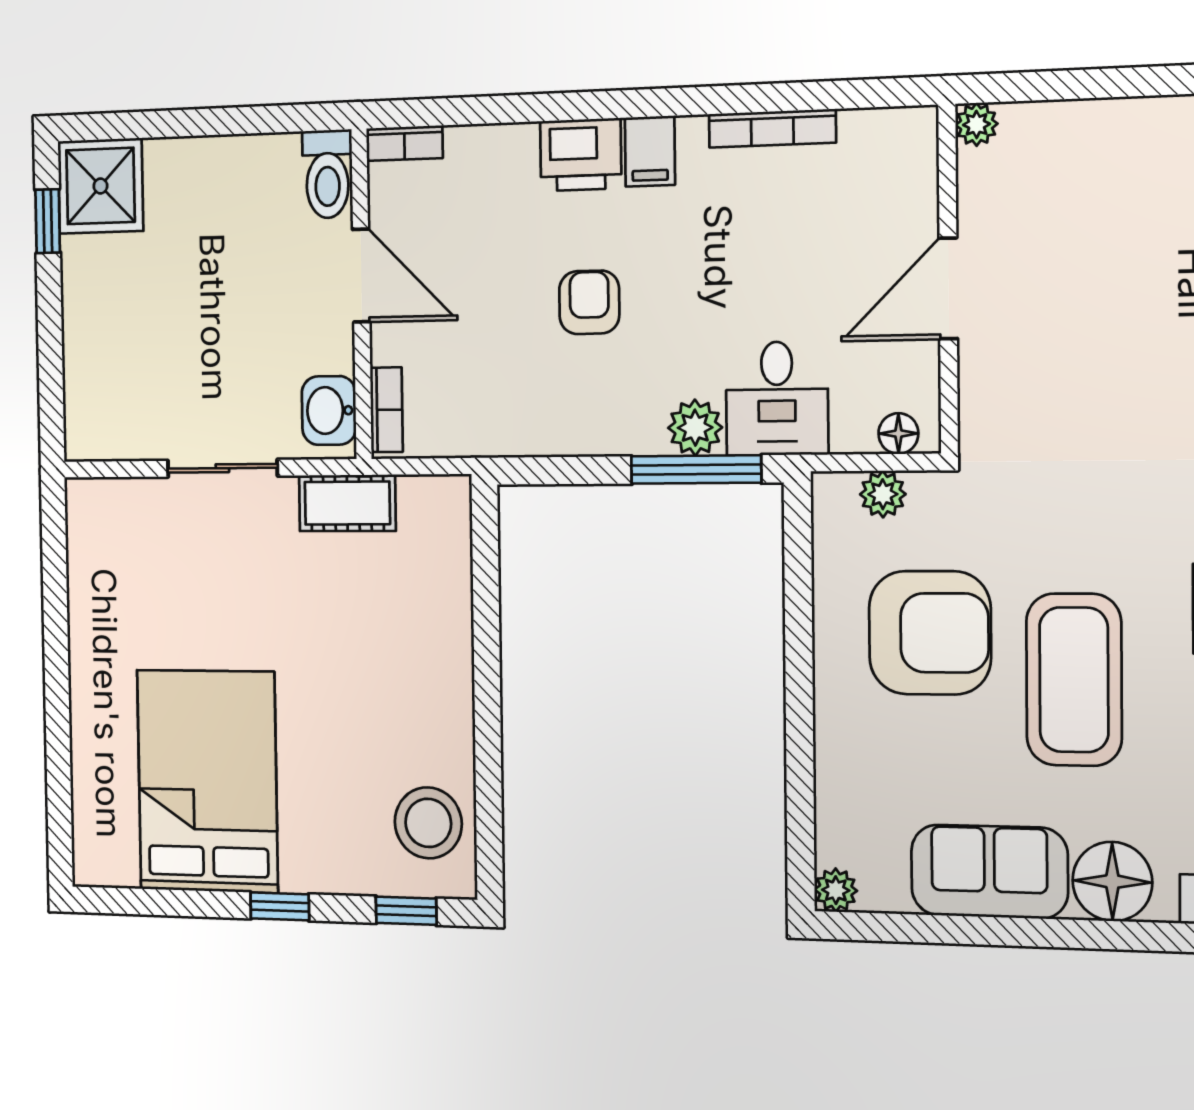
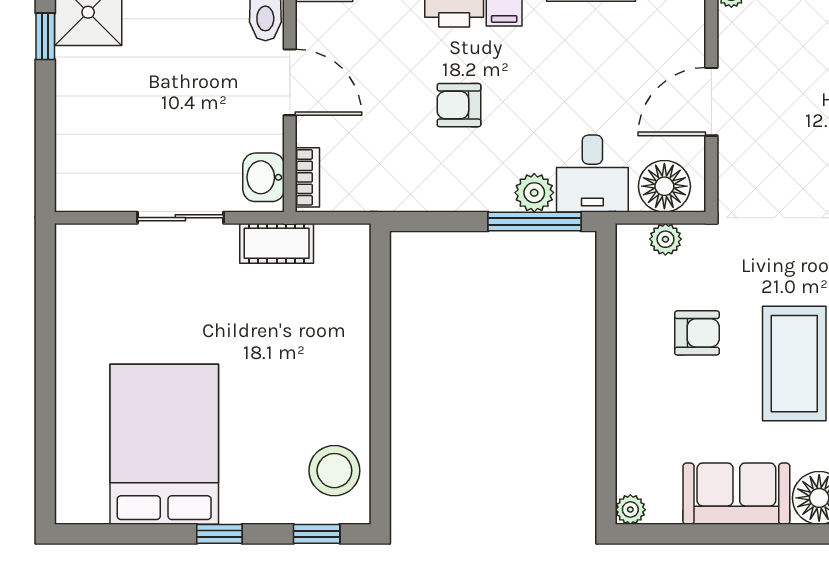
armchair: (589, 302) -> (459, 105), turned -90
floor lamp: (898, 434) -> (664, 186), width x1.89, depth x1.89
armchair: (930, 633) -> (697, 333), width x0.53, depth x0.53

